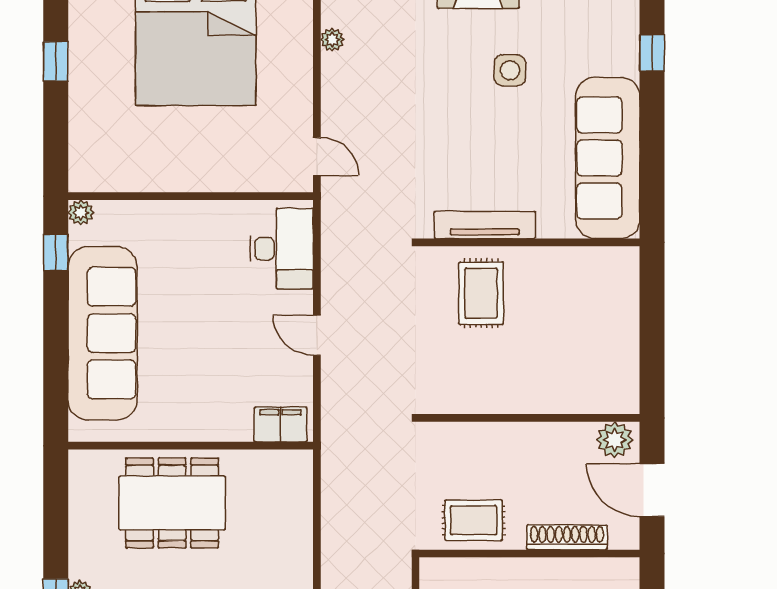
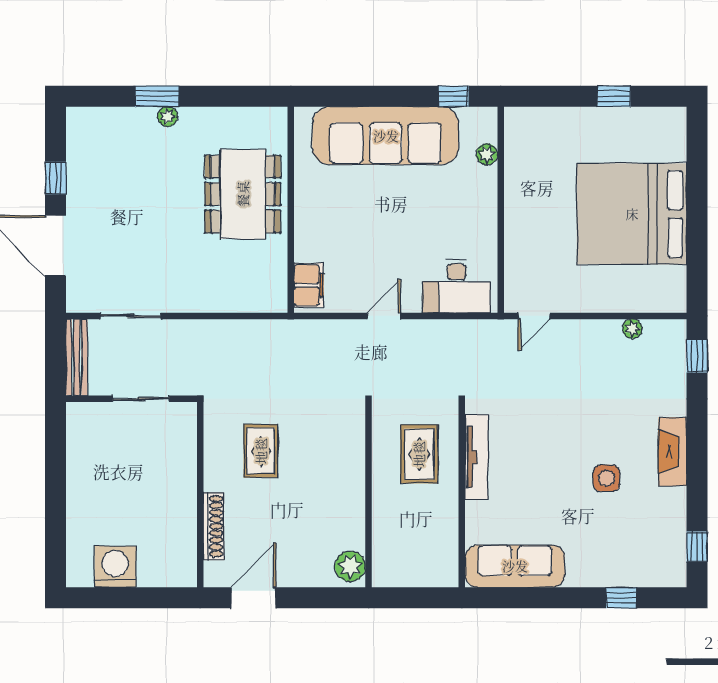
sofa: (608, 158) -> (515, 566), width x0.74, depth x0.79
plant: (81, 213) -> (487, 154), moved
rug: (481, 293) -> (419, 454), turned 90
wall: (529, 418) -> (369, 495), moved
plant: (615, 440) -> (350, 566), moved
rug: (474, 520) -> (261, 451), moved

